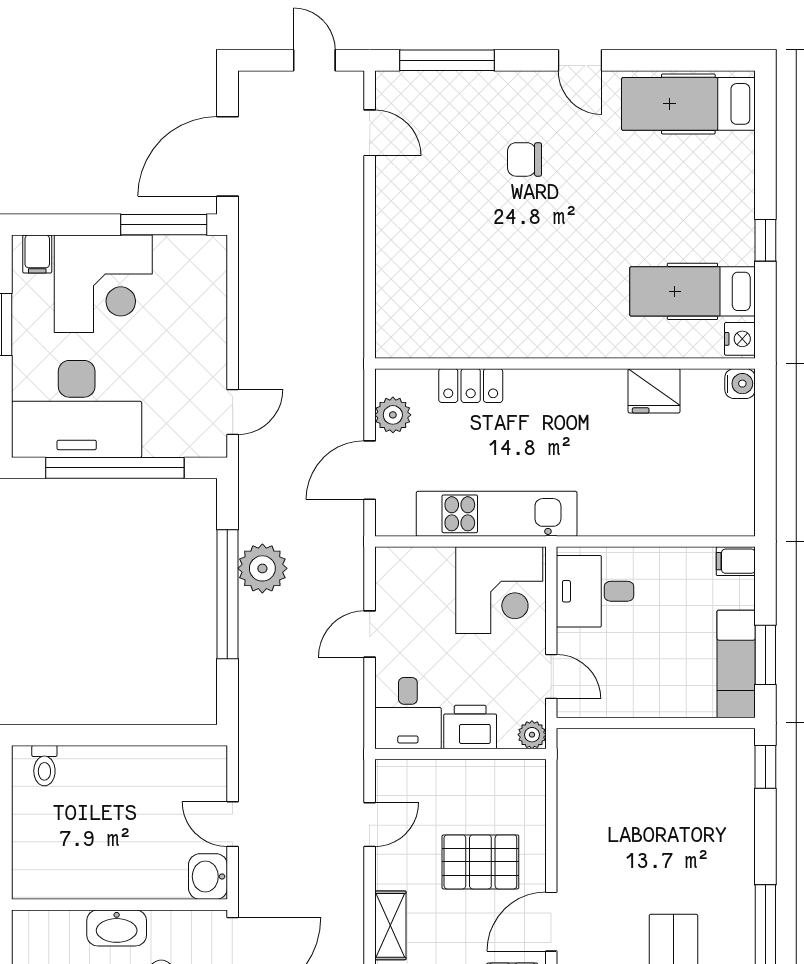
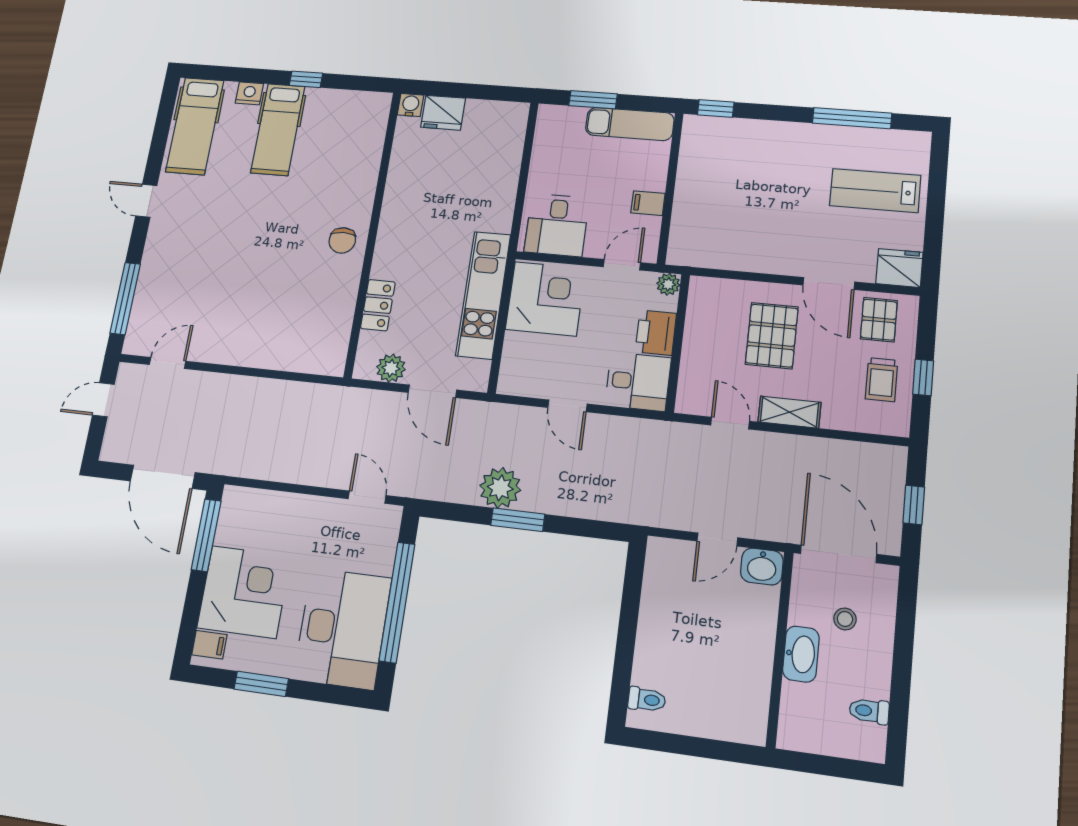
door: (580, 60) -> (146, 201), swing flipped
chair: (525, 159) -> (342, 240), moved
hospital bed: (692, 291) -> (278, 129), moved
nightstand: (740, 339) -> (249, 93), moved
fridge: (654, 391) -> (443, 113), moved, turned 90
filing cabinet: (736, 561) -> (648, 203), moved, turned 90
window: (227, 594) -> (518, 520), width x0.47
window: (765, 655) -> (593, 100), moved
shelving: (390, 925) -> (789, 412), moved

